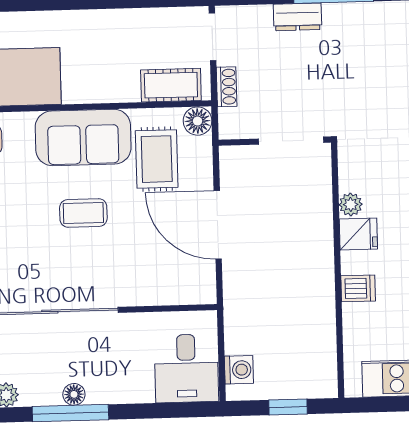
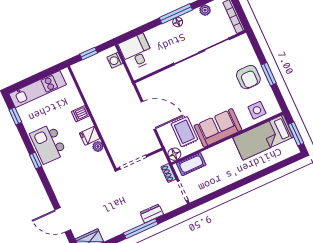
coffee table: (83, 213) -> (205, 97), removed

